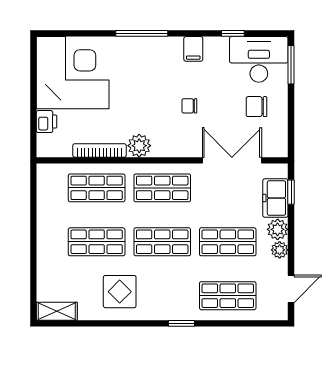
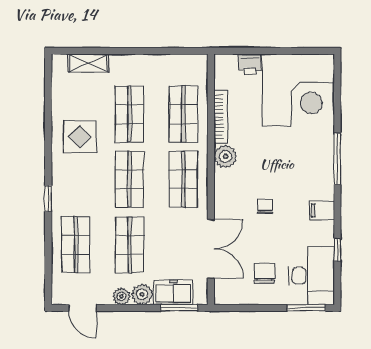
window: (291, 192) -> (179, 308), width x1.50
shelving: (57, 311) -> (88, 63), moved, turned 90

